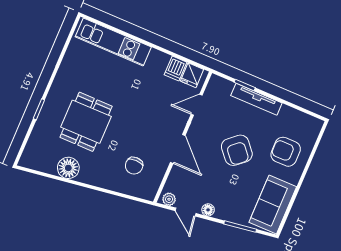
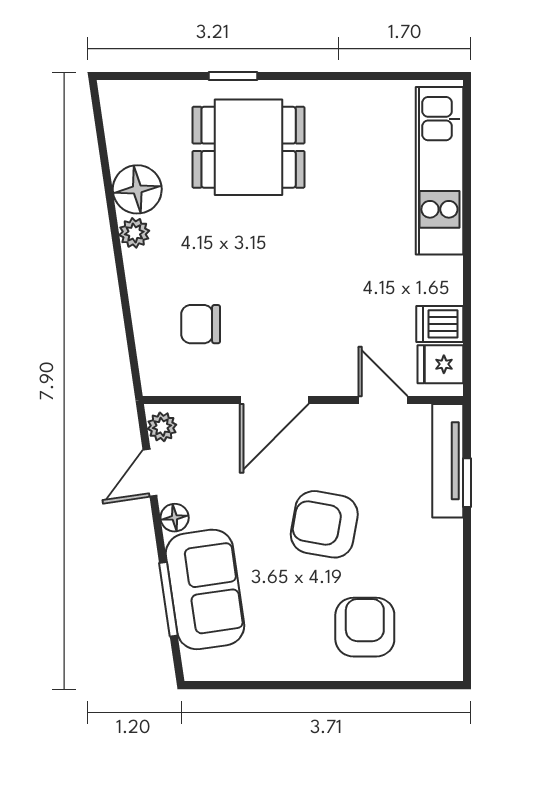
tv unit: (256, 99) -> (448, 461), moved
dining table: (86, 122) -> (249, 147), moved
armchair: (237, 150) -> (324, 524), turned 51
plant: (85, 177) -> (134, 233), added
sofa: (273, 205) -> (205, 589), moved, turned 82

